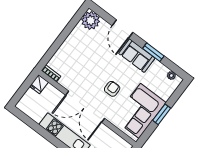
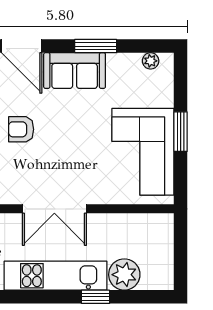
armchair: (112, 89) -> (21, 129), moved, turned -90
double door: (85, 107) -> (54, 209), width x0.73

